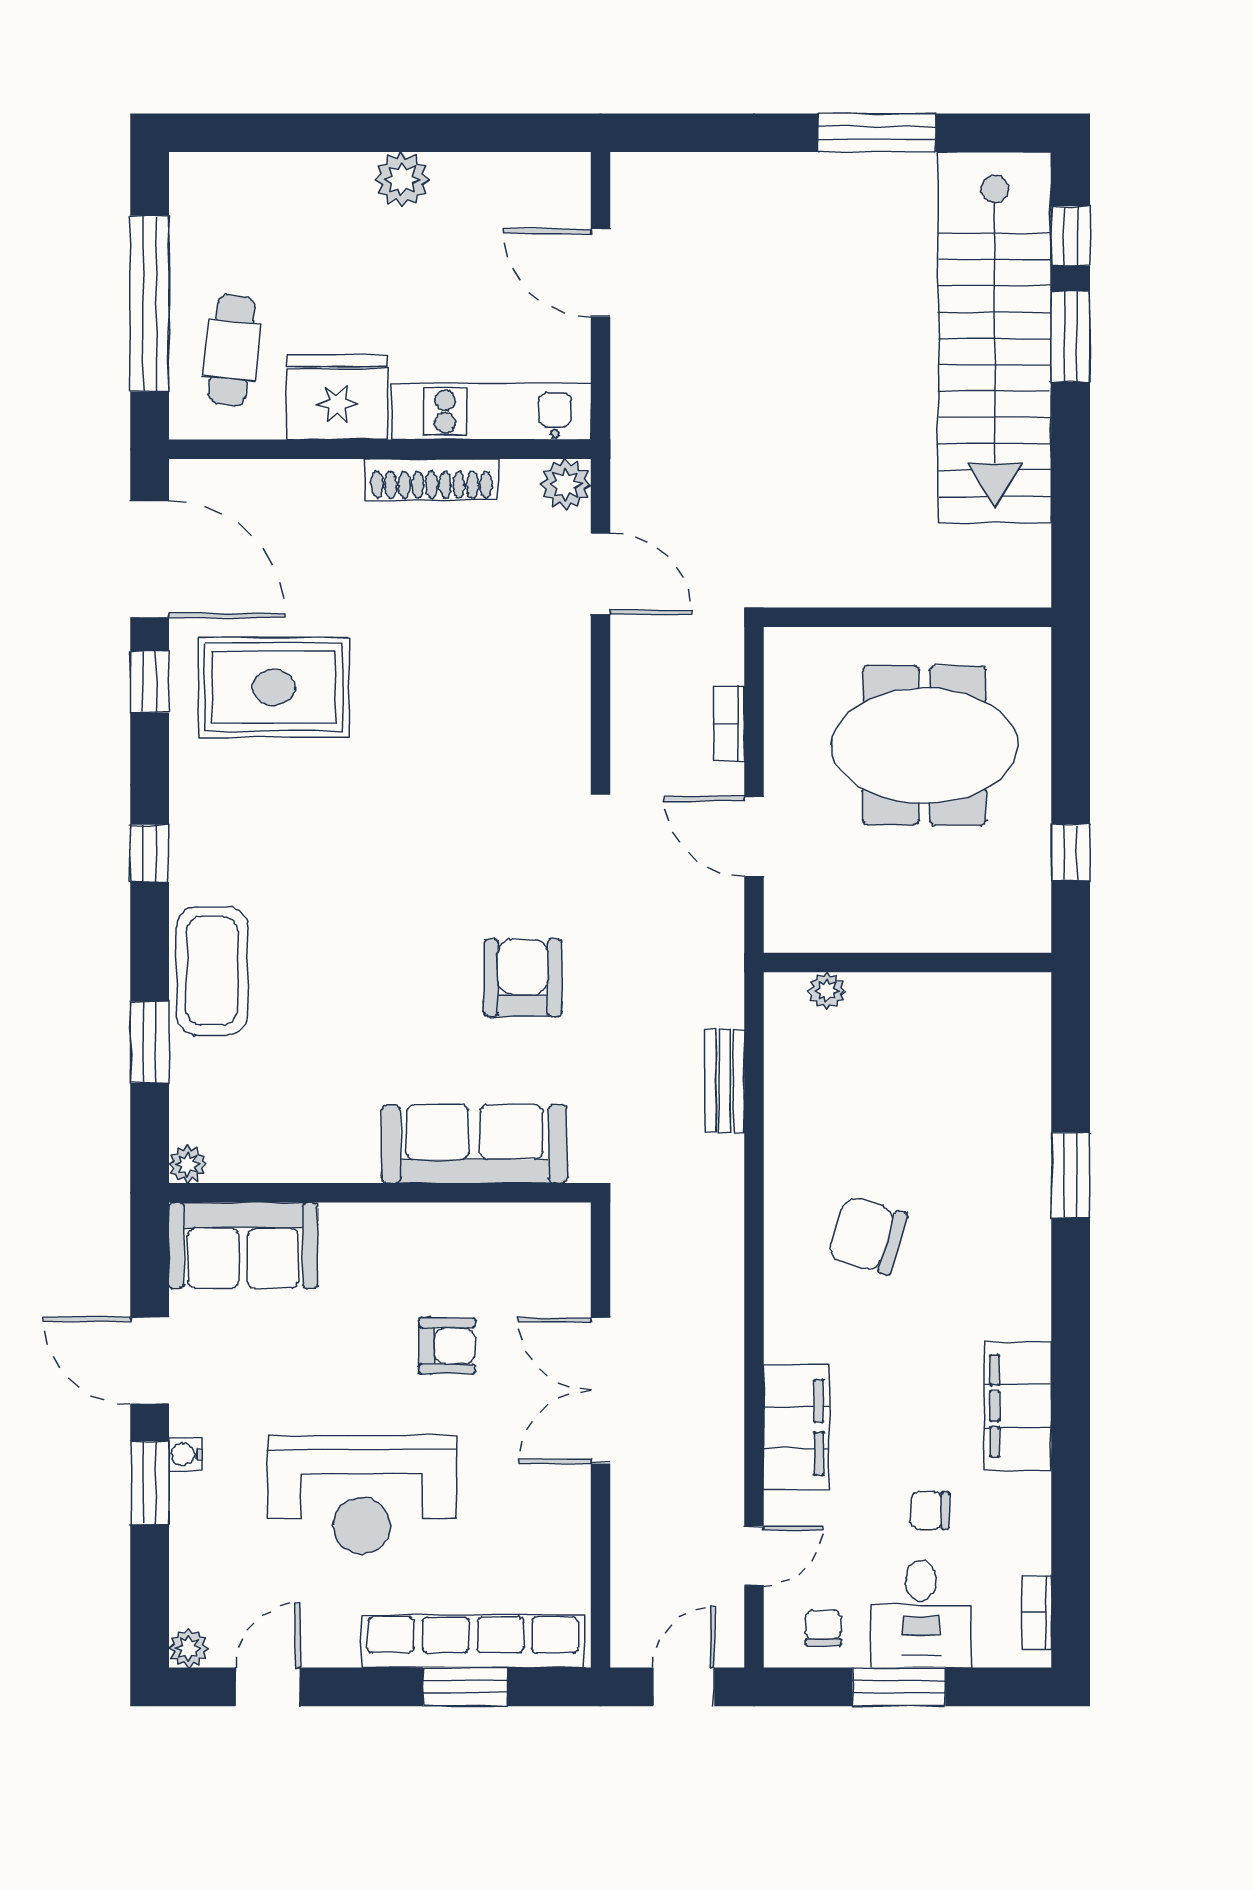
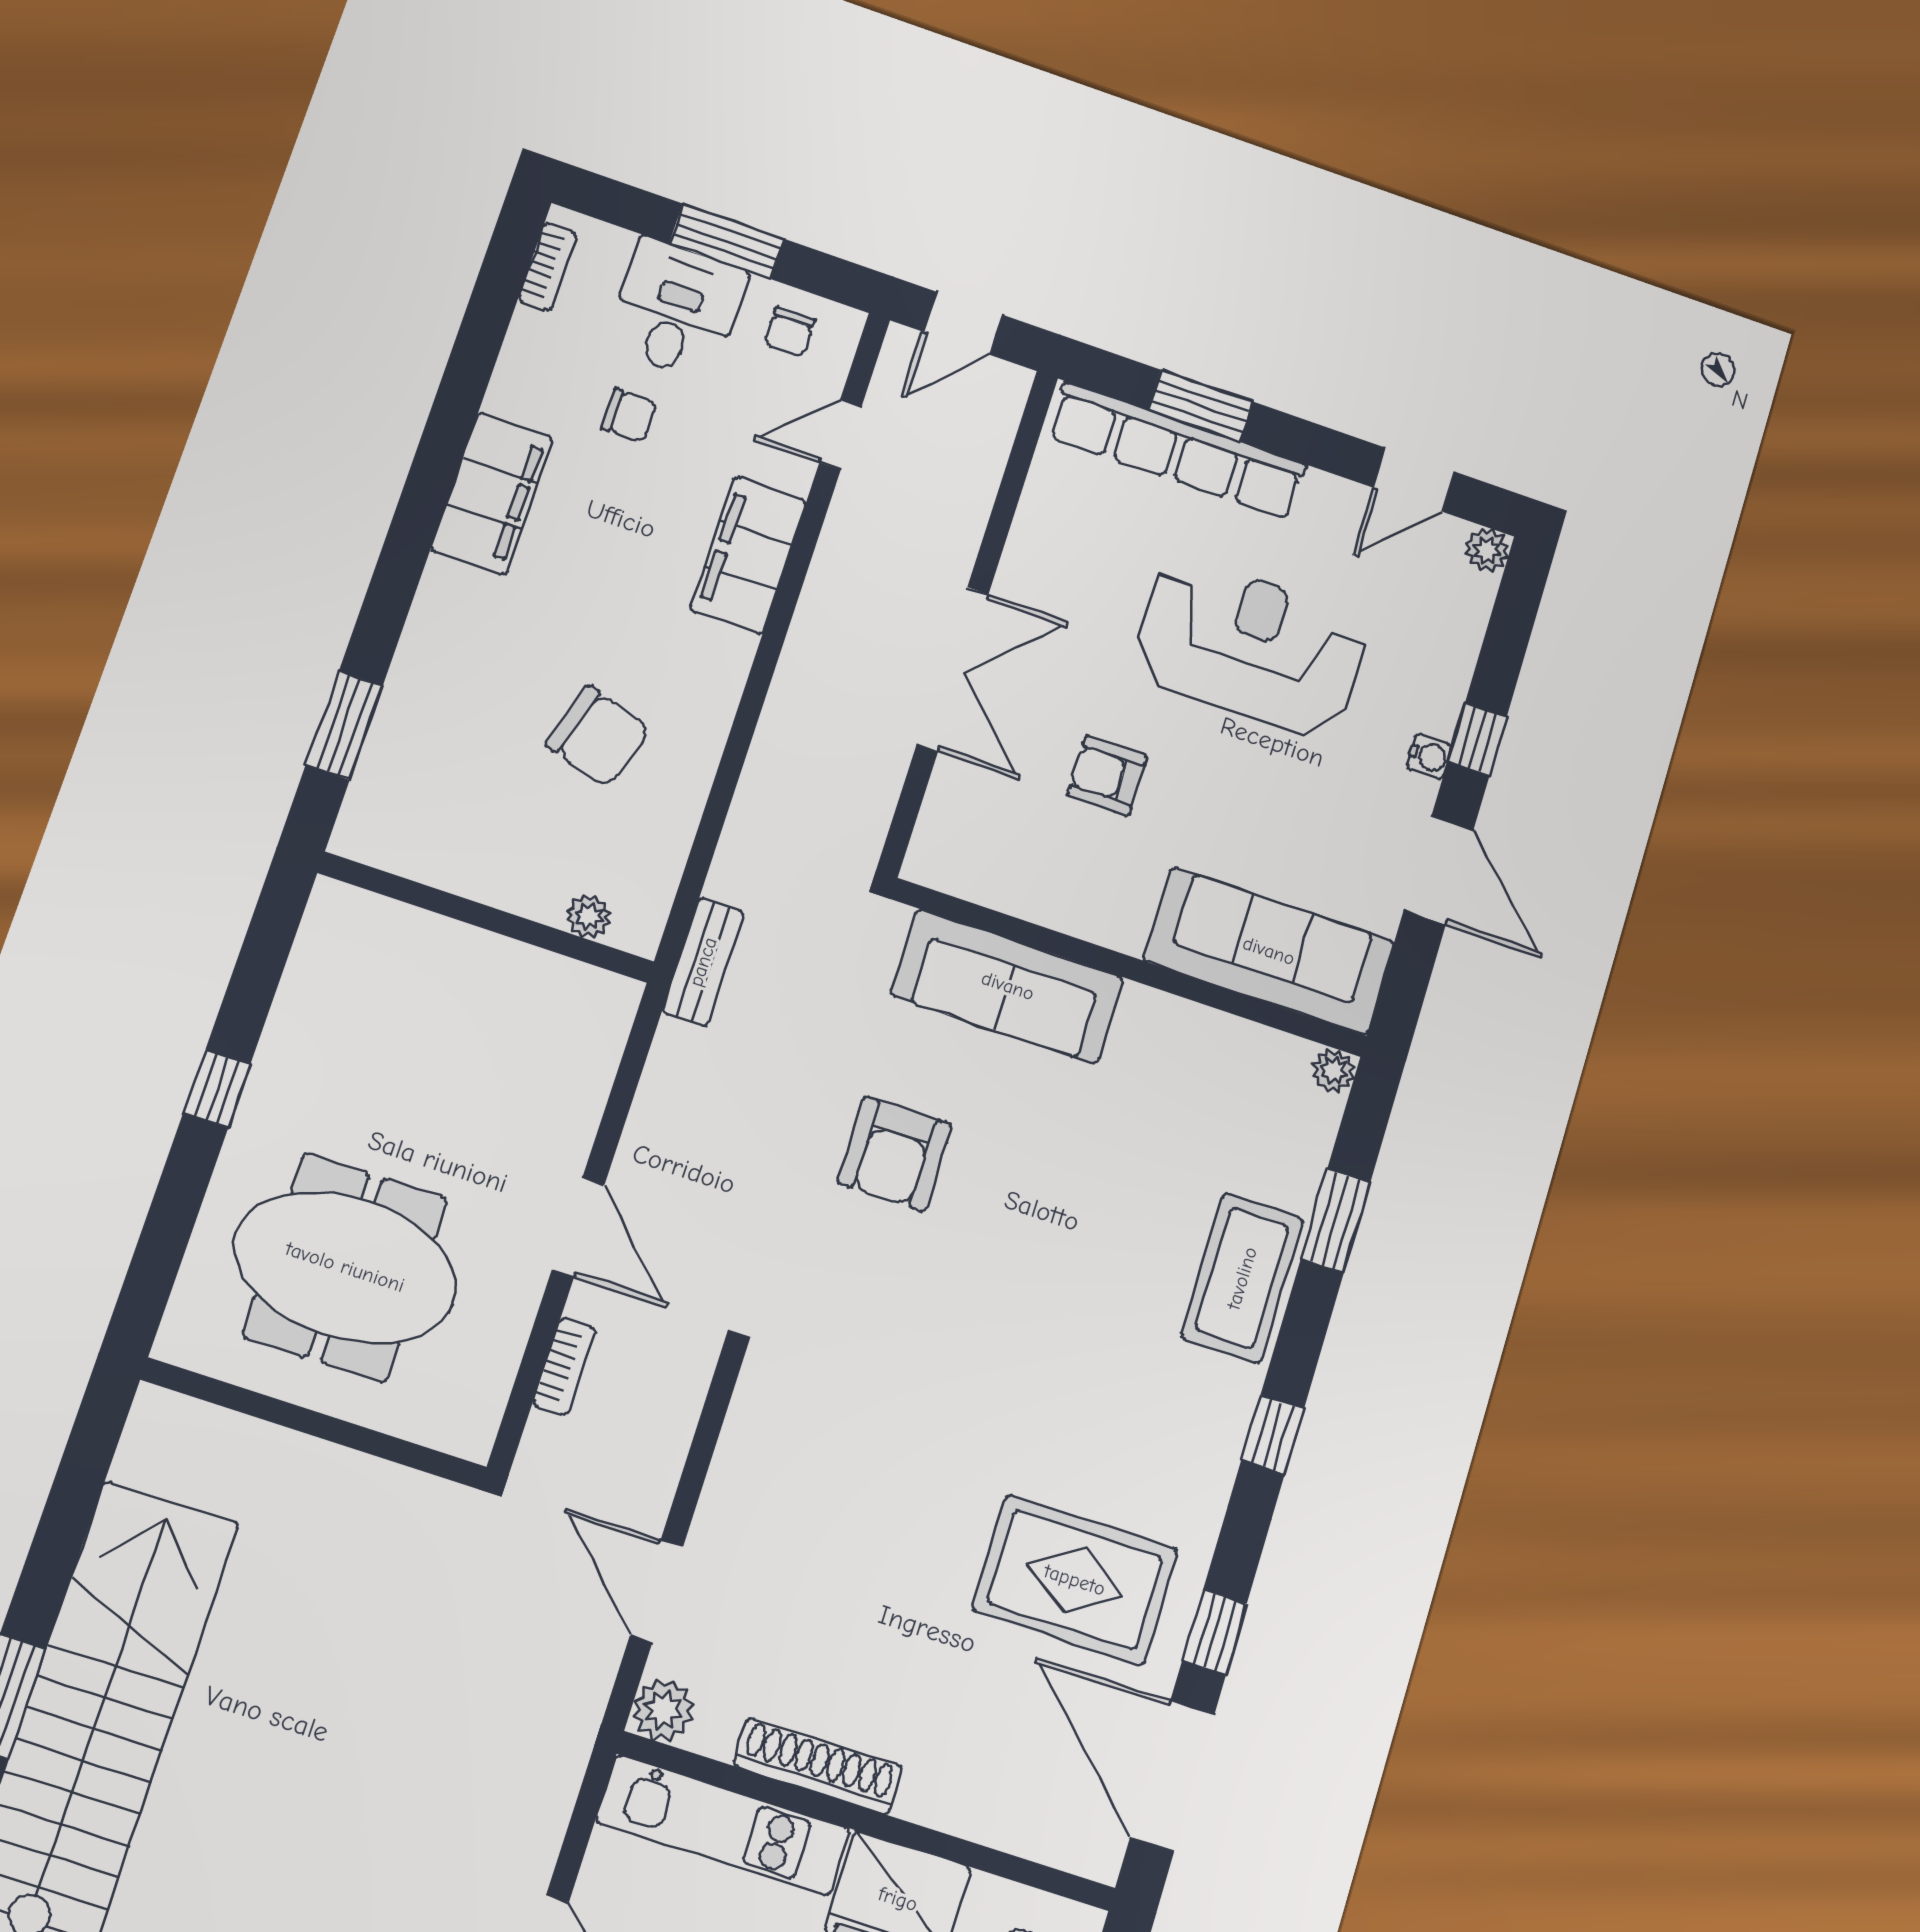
wall: (907, 963) -> (486, 917), moved
plant: (827, 991) -> (589, 917), moved
sofa: (243, 1245) -> (1269, 951), width x1.36
window: (150, 1483) -> (1477, 739), width x0.67

